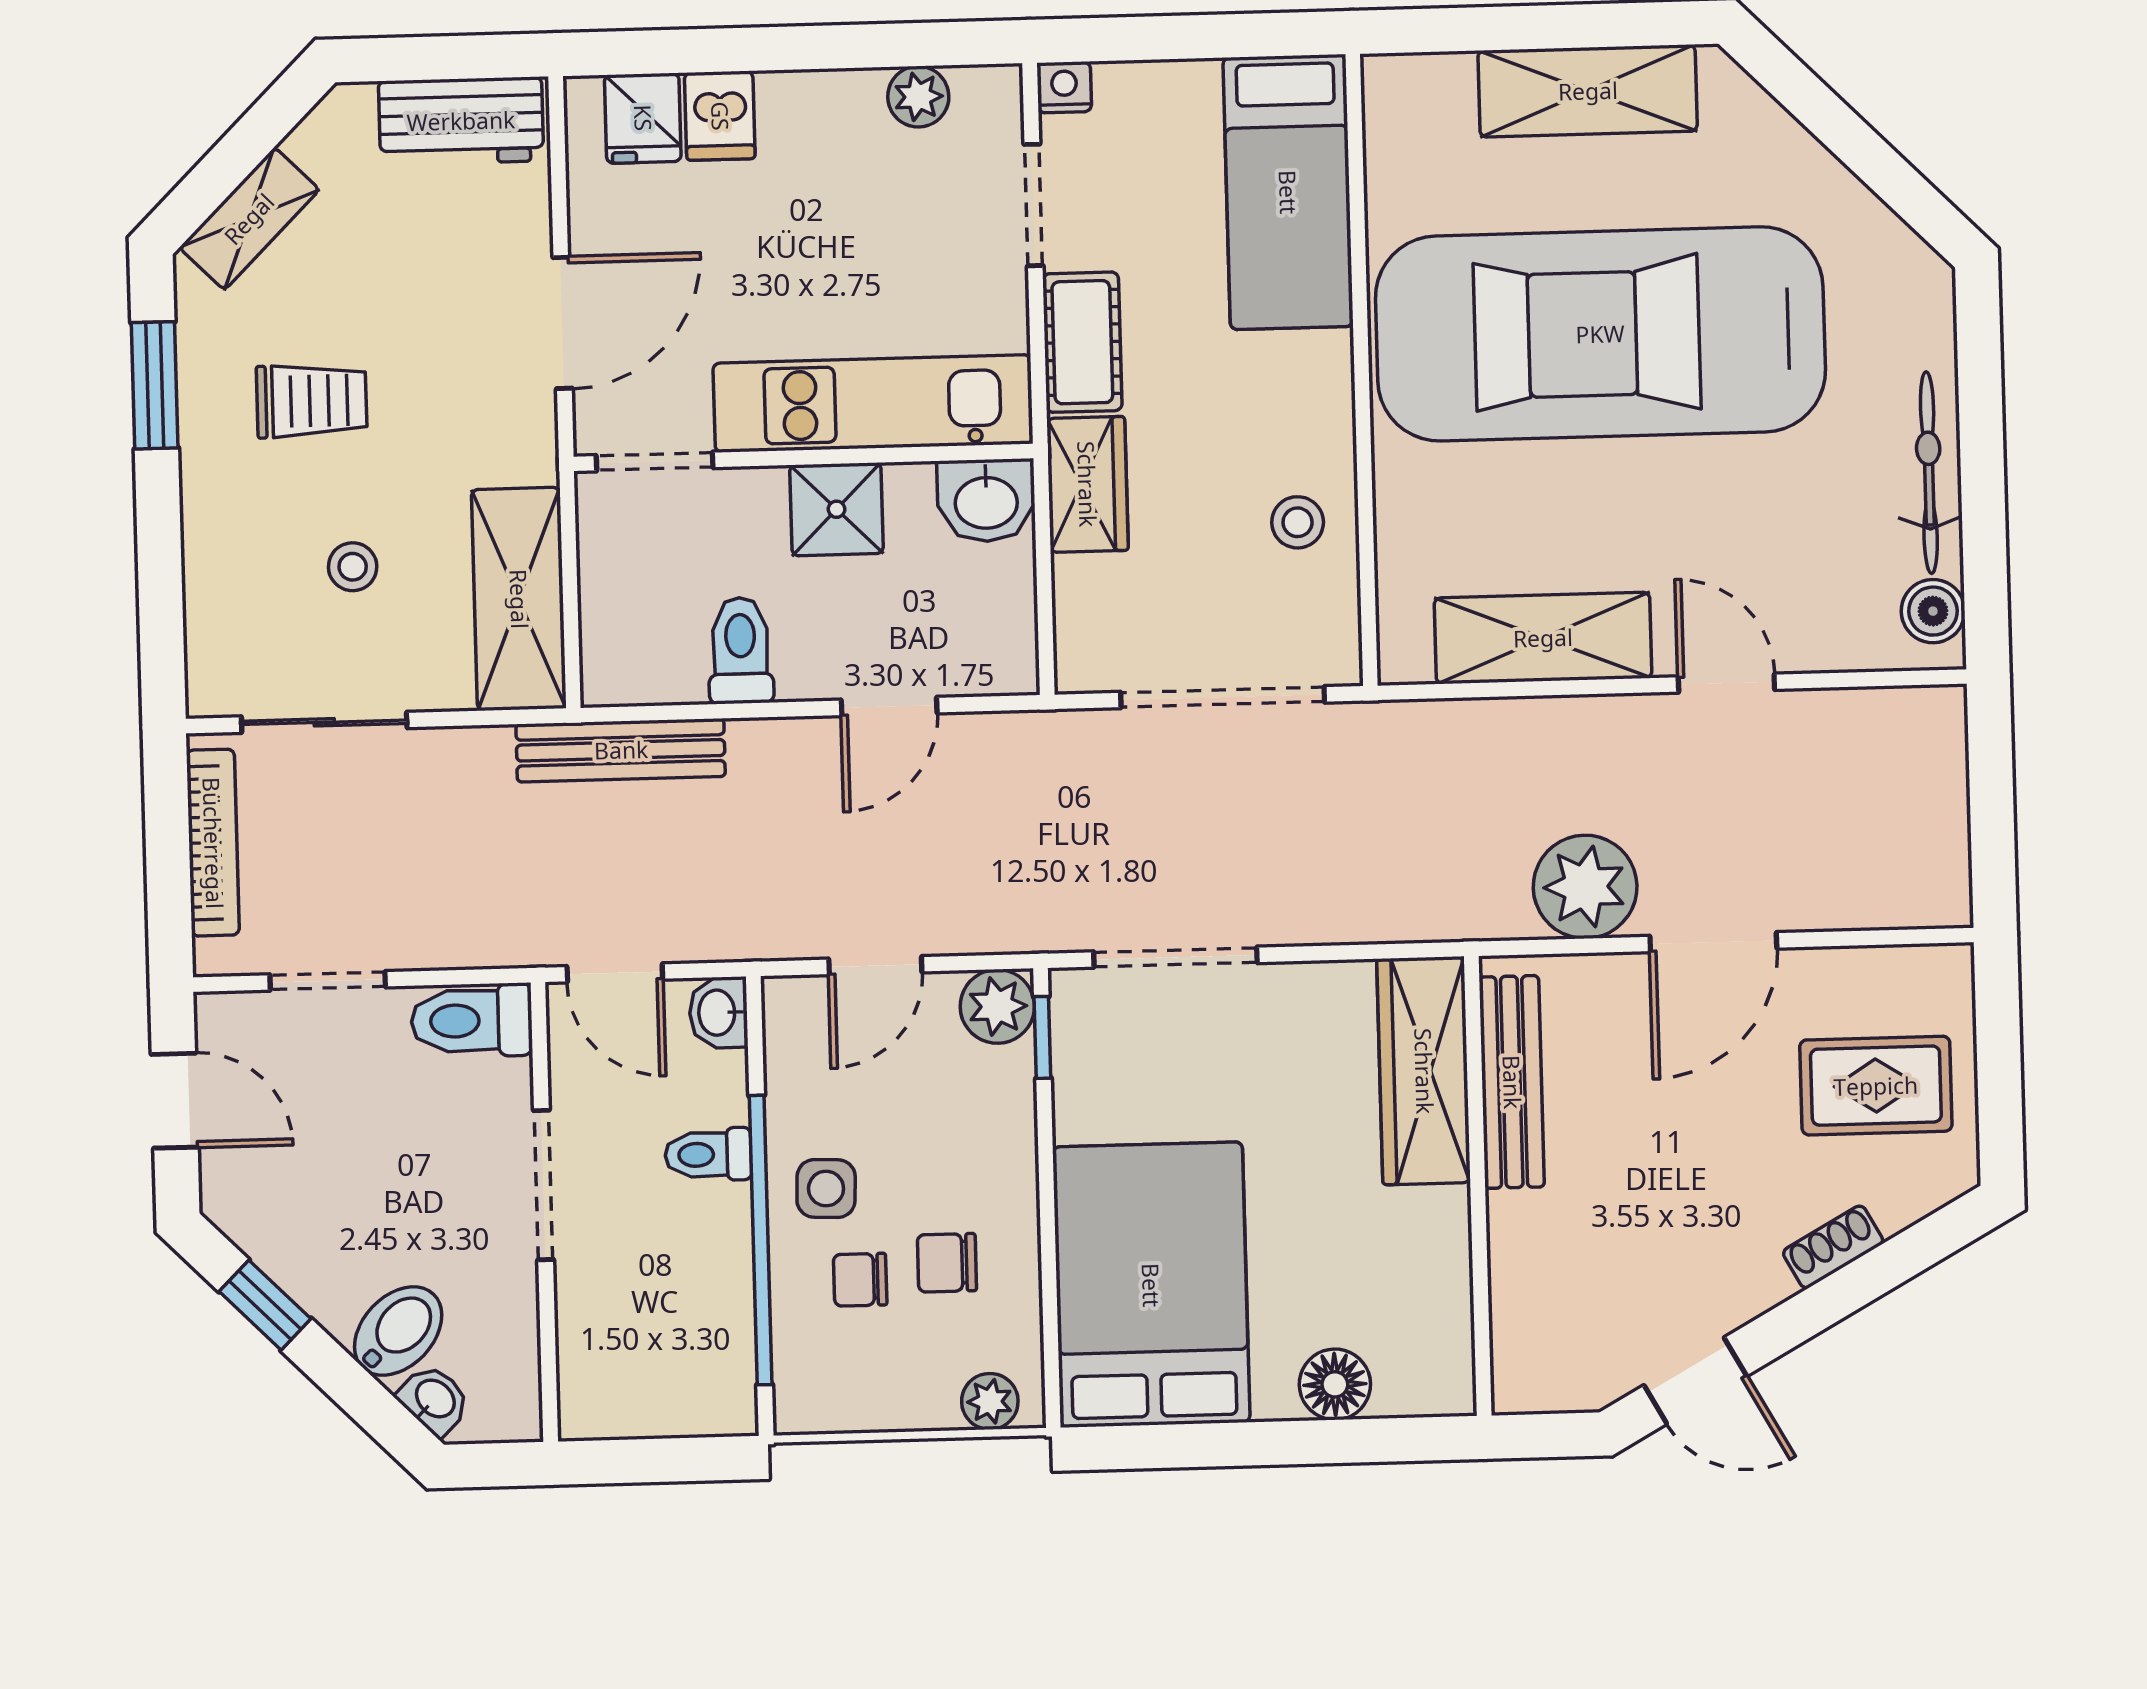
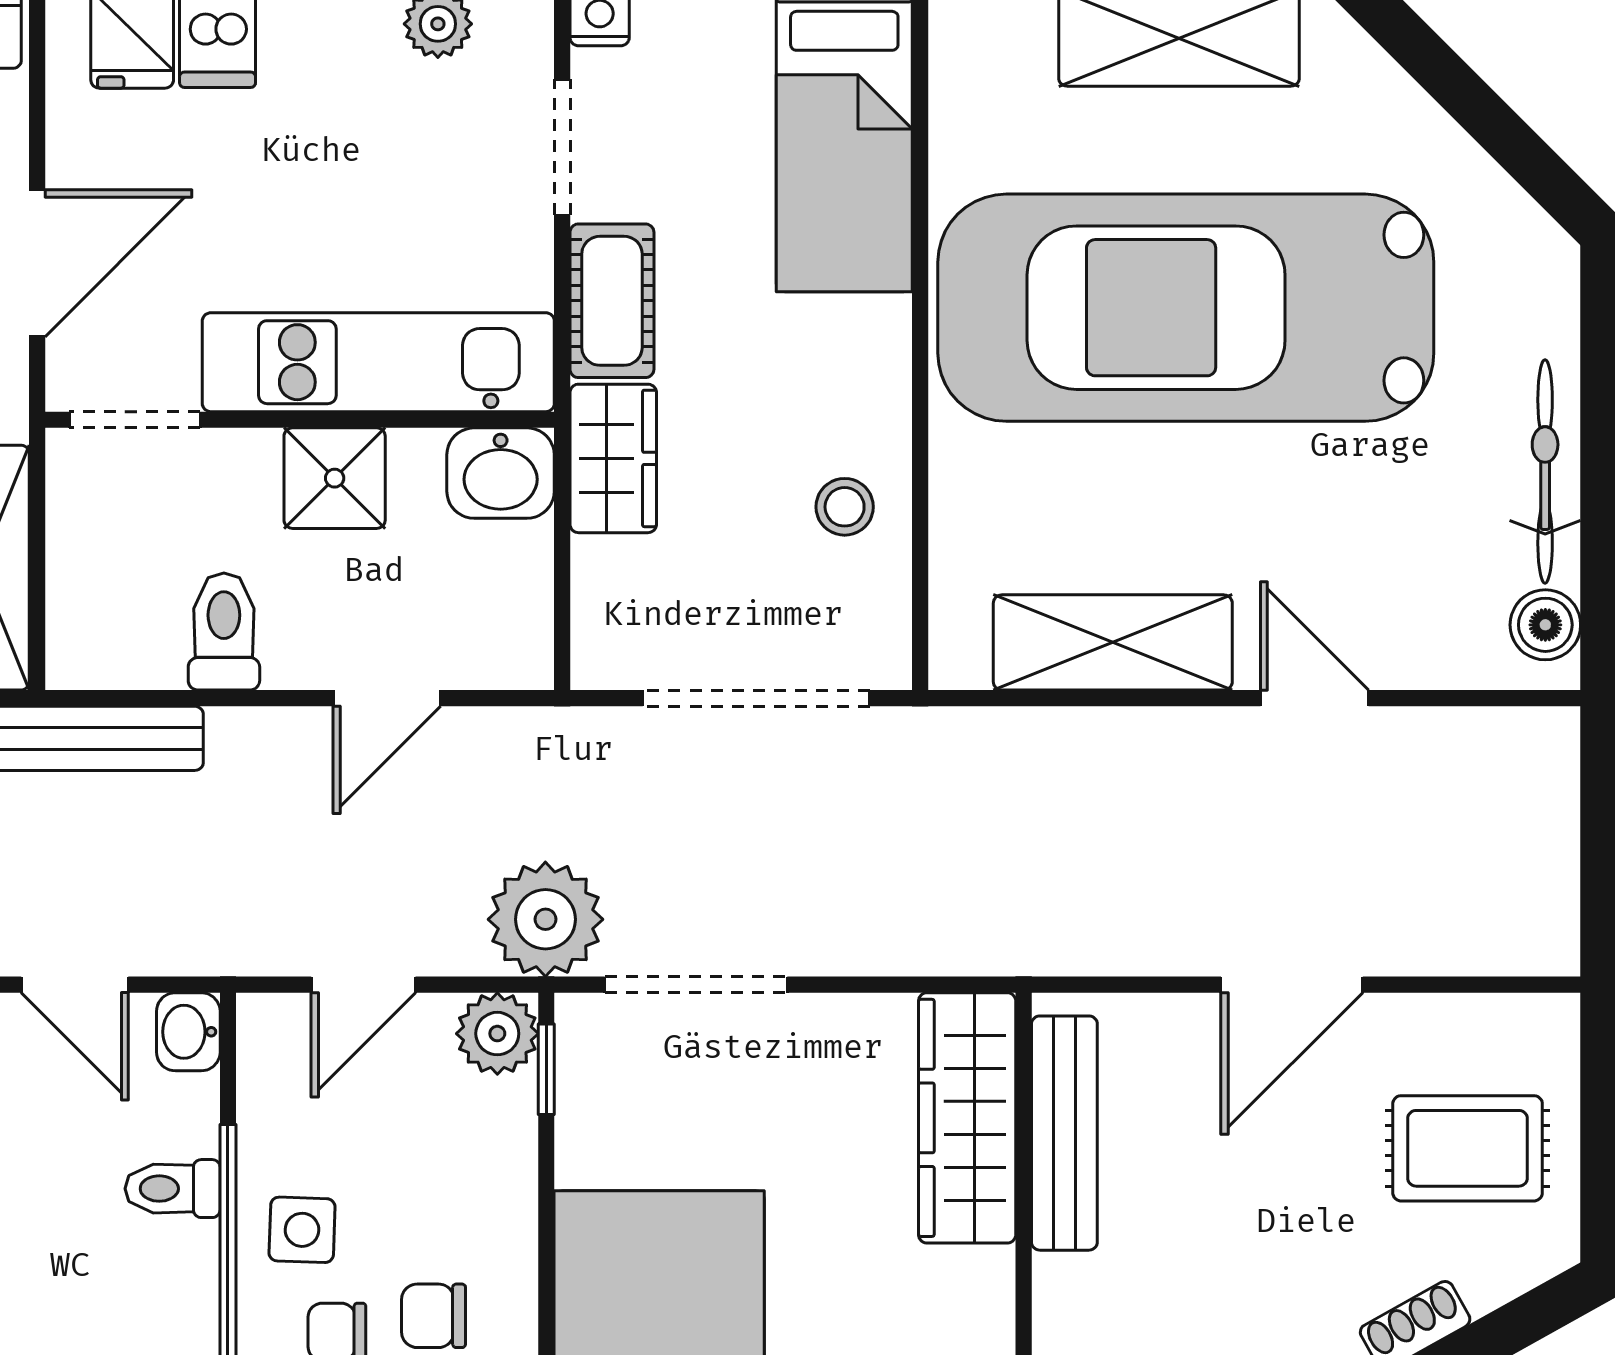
plant: (1585, 887) -> (545, 919), moved

